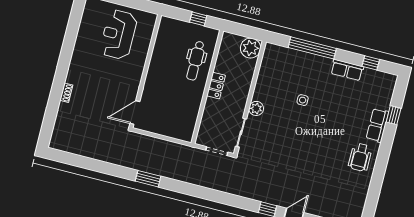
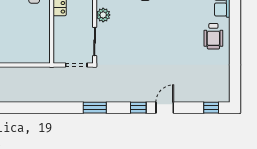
window: (148, 179) -> (95, 108), moved

